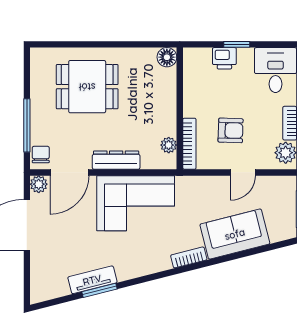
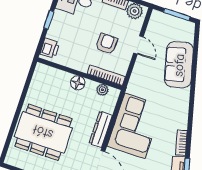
floor lamp: (167, 57) -> (78, 83), moved
printer: (224, 58) -> (50, 48), moved
dining table: (87, 87) -> (43, 132), width x1.38
bookcase: (189, 257) -> (181, 143), moved

